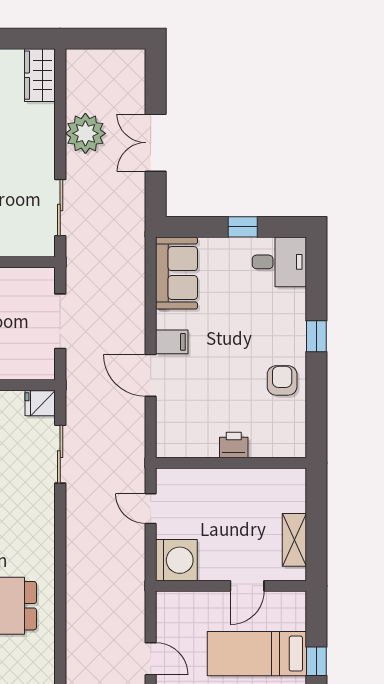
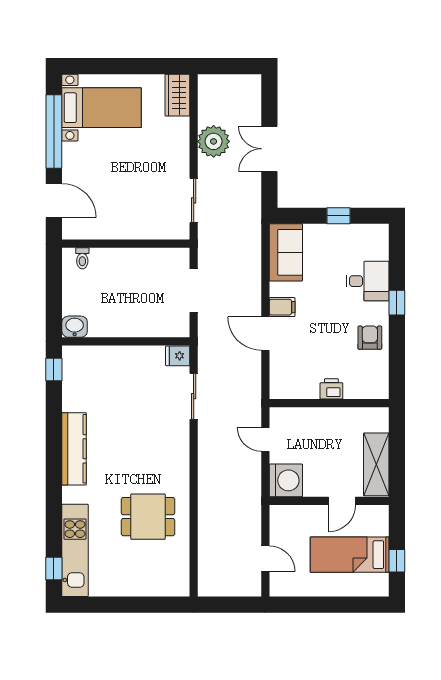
desk: (279, 262) -> (368, 281), moved
shelving: (294, 540) -> (376, 464), width x1.50, depth x1.33

